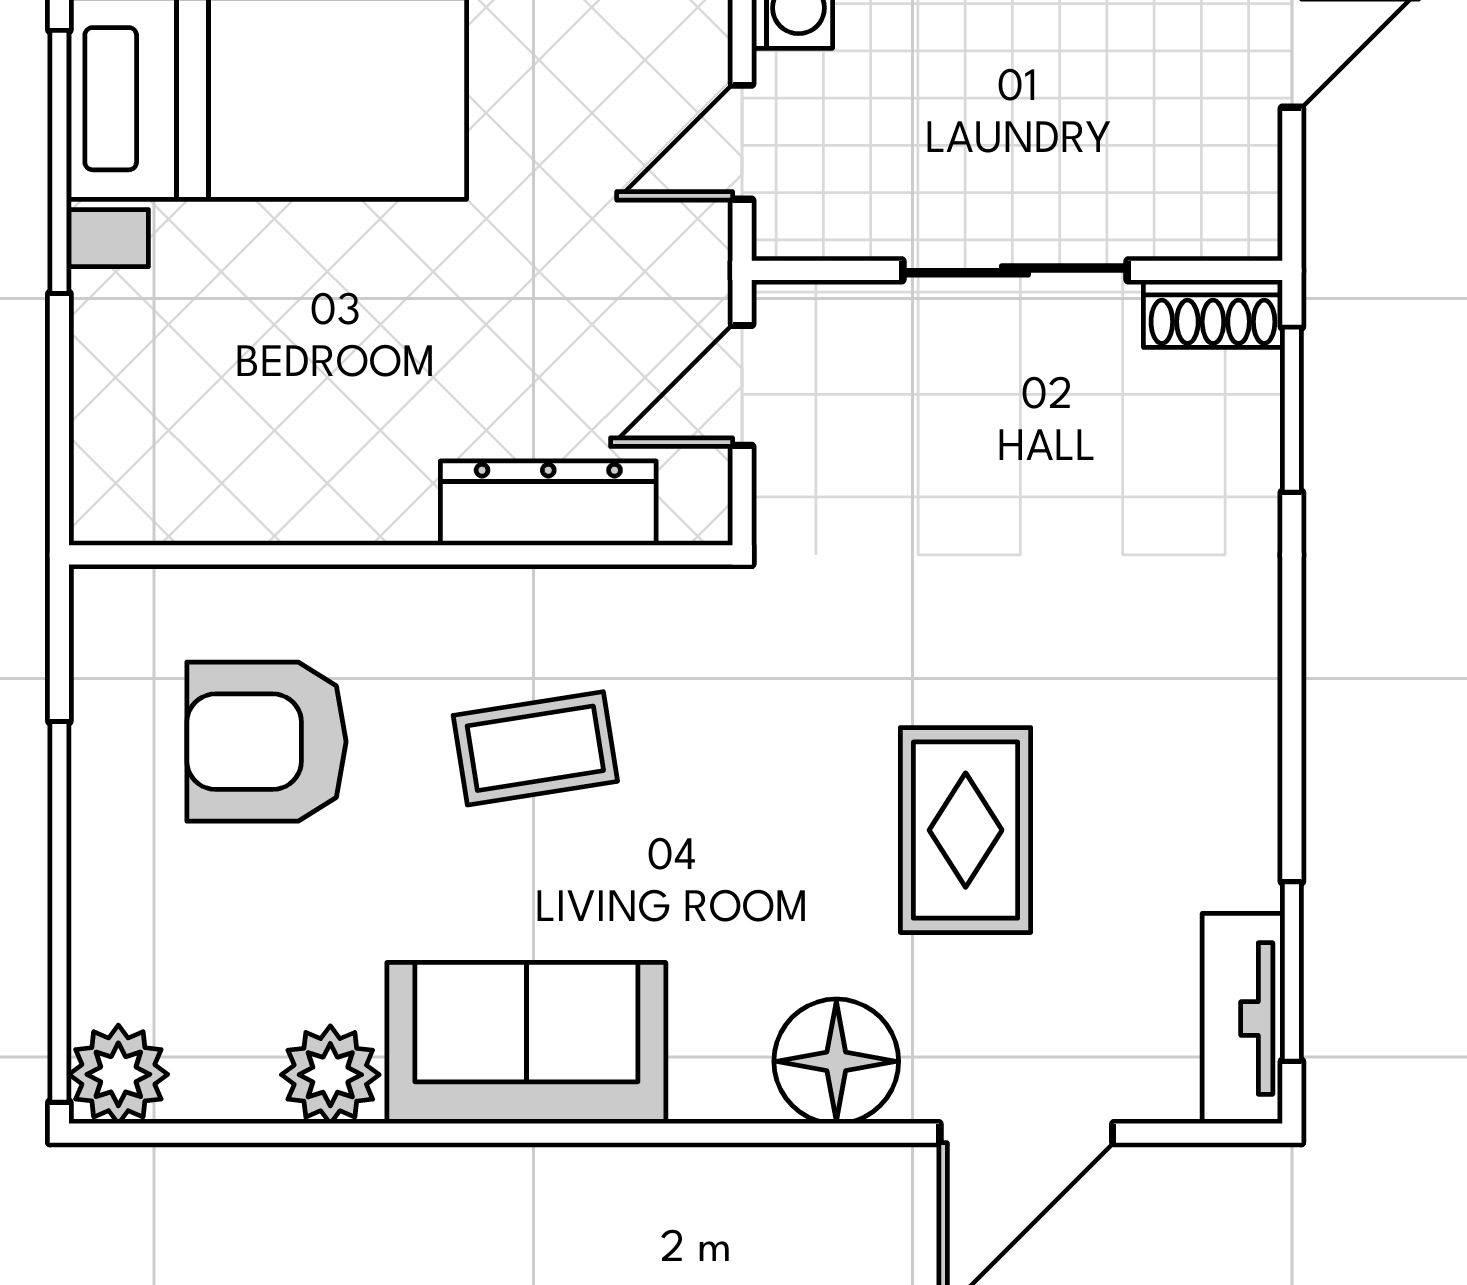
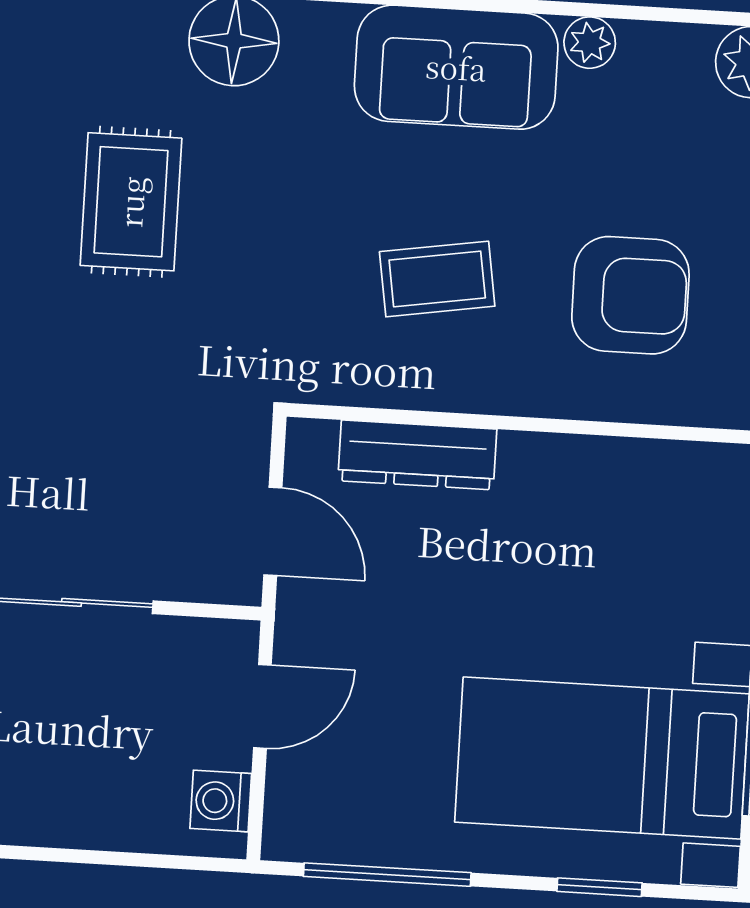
door: (742, 385) -> (273, 531), hinge flipped
plant: (330, 1075) -> (590, 43), width x0.73, depth x0.73

